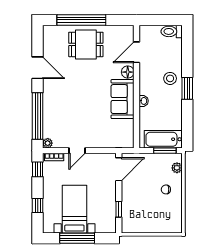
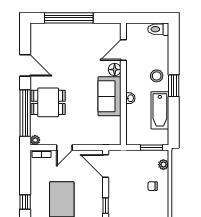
dining table: (86, 44) -> (48, 102), moved
bathtub: (163, 139) -> (160, 110), moved, turned -90
window: (38, 169) -> (25, 166), removed
door: (119, 169) -> (106, 166), swing flipped

